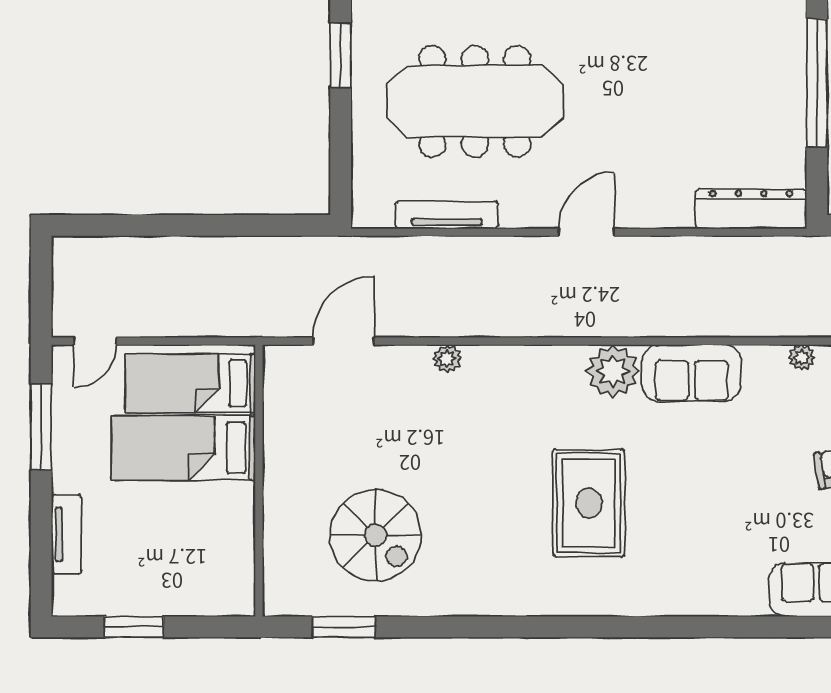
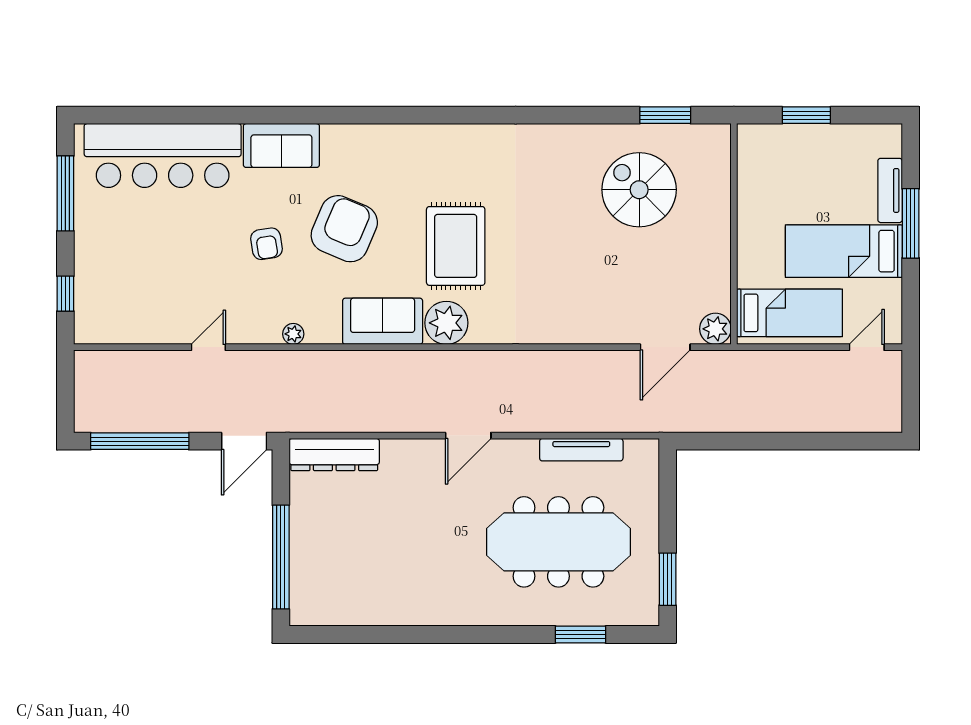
plant: (447, 359) -> (715, 329), moved, width x1.38, depth x1.38
window: (41, 427) -> (911, 223), moved
bed: (183, 448) -> (844, 251), moved, turned 180
armchair: (739, 487) -> (344, 229), added
rug: (589, 503) -> (456, 246), moved
window: (134, 627) -> (806, 115), moved

